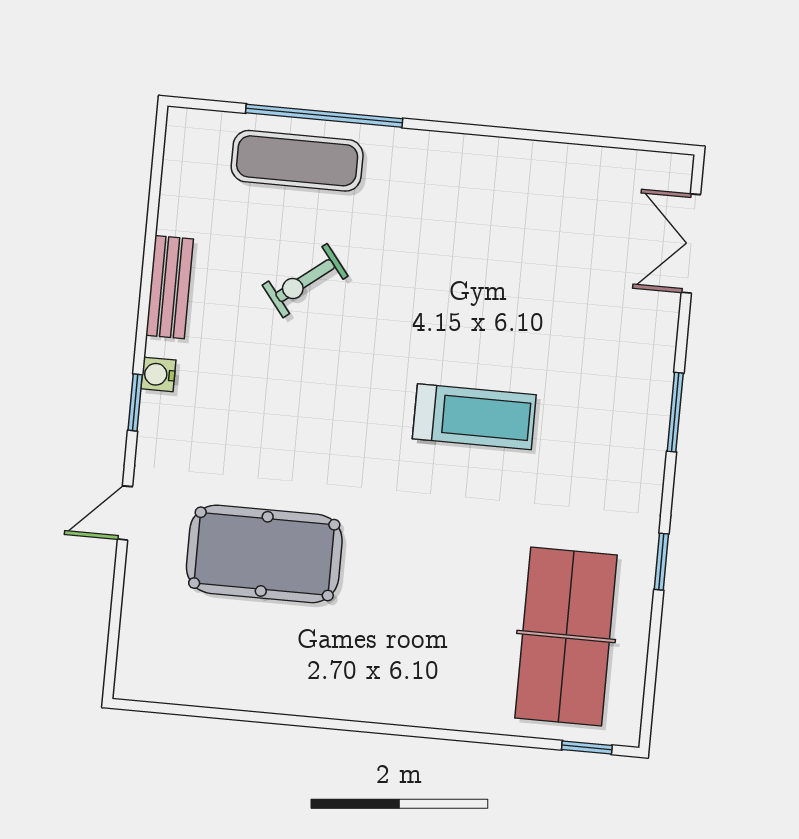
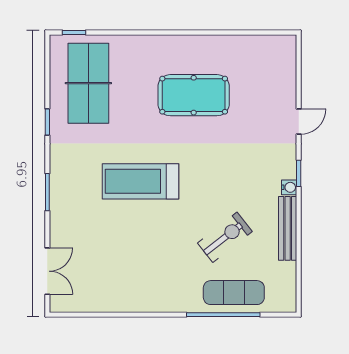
exercise bike: (305, 281) -> (225, 237), width x1.38, depth x1.39
bench: (170, 287) -> (288, 228), width x1.36
treadmill: (474, 417) -> (140, 181), width x1.37, depth x1.38
pool table: (264, 554) -> (194, 95), moved

